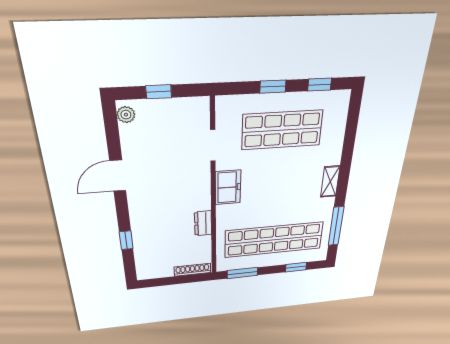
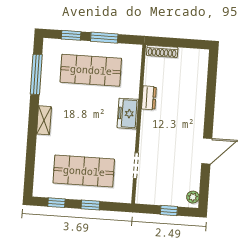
freezer: (228, 187) -> (128, 114), moved
window: (126, 240) -> (211, 92), removed
shop shelf: (274, 240) -> (91, 70), width x0.71
window: (242, 273) -> (104, 38), moved

